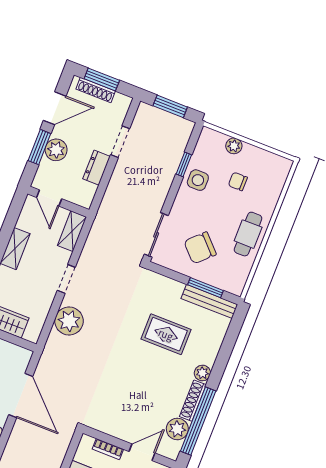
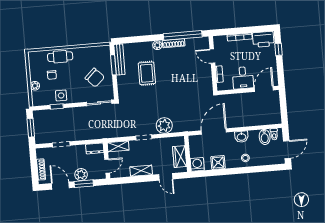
window: (102, 80) -> (34, 169), removed
dresser: (97, 168) -> (95, 148), moved
cafe table: (248, 234) -> (60, 57), moved
plant: (177, 429) -> (192, 44), removed

